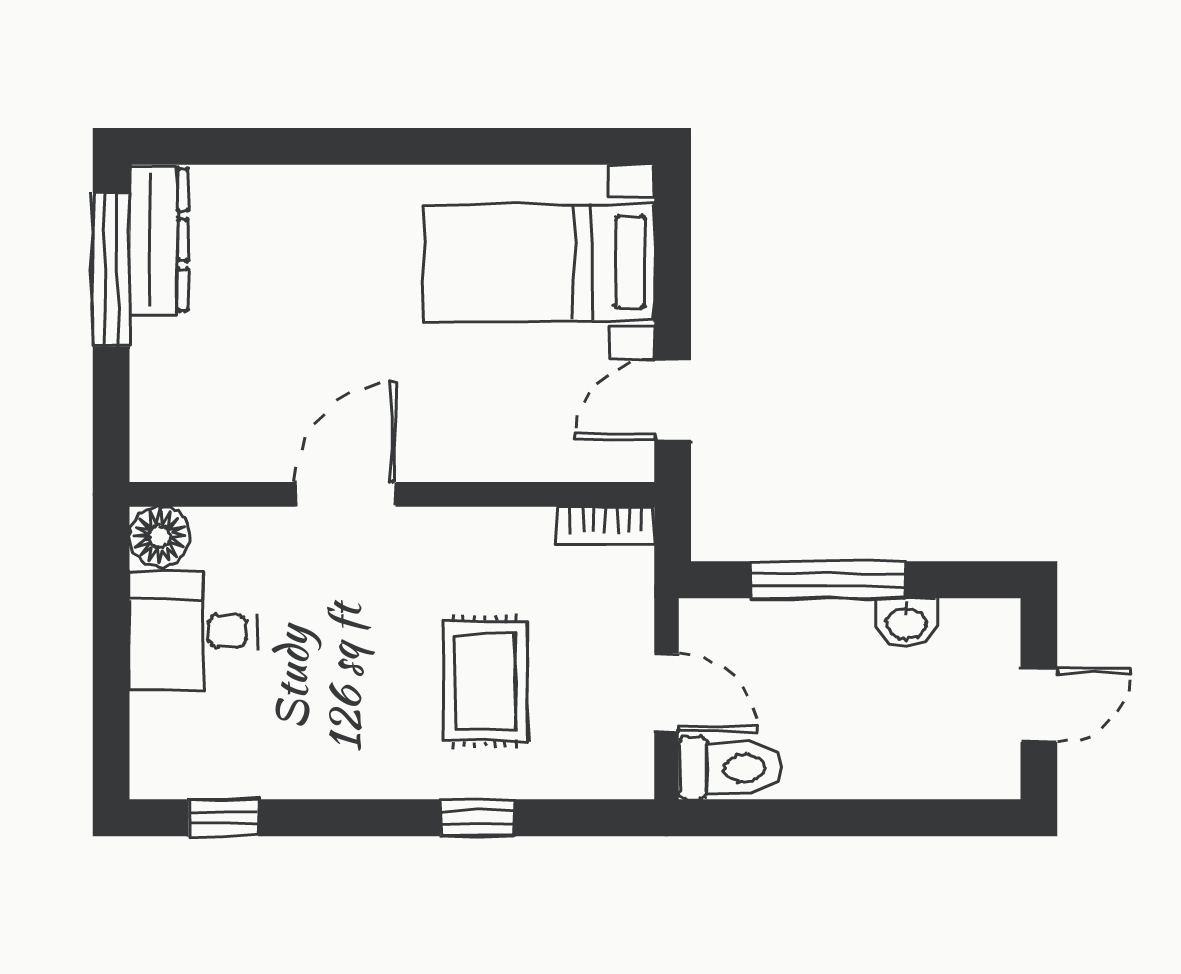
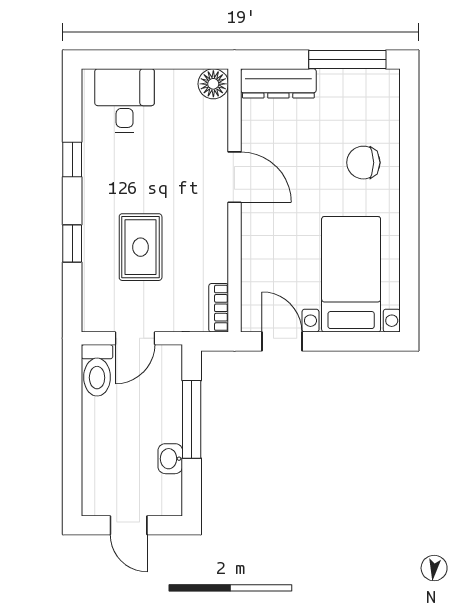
chair: (316, 238) -> (363, 163), added
dresser: (159, 240) -> (278, 83), moved
desk: (193, 631) -> (125, 101), moved
rug: (485, 682) -> (141, 247), turned 90
window: (223, 818) -> (72, 159), moved

